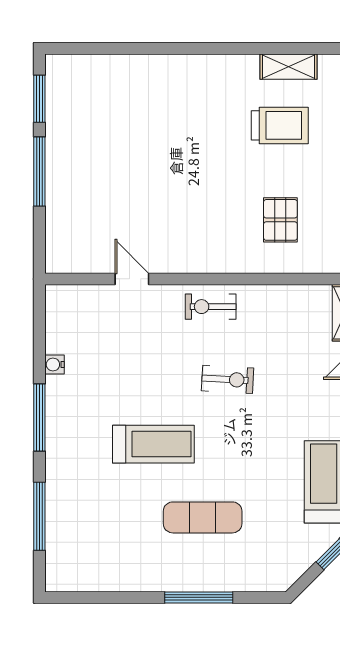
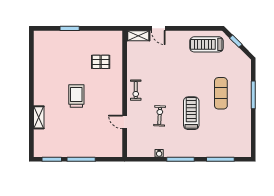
shelving: (288, 67) -> (39, 117), moved
trolley: (280, 125) -> (76, 96), moved
door: (132, 279) -> (125, 122), hinge flipped
exercise bike: (228, 379) -> (160, 116), moved

